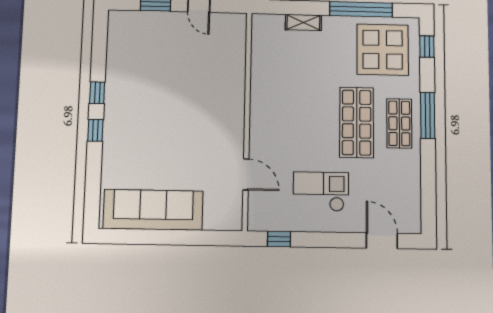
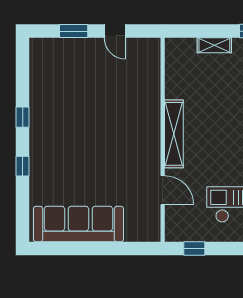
shelving: (259, 114) -> (174, 134), added
window: (95, 130) -> (23, 166), moved

